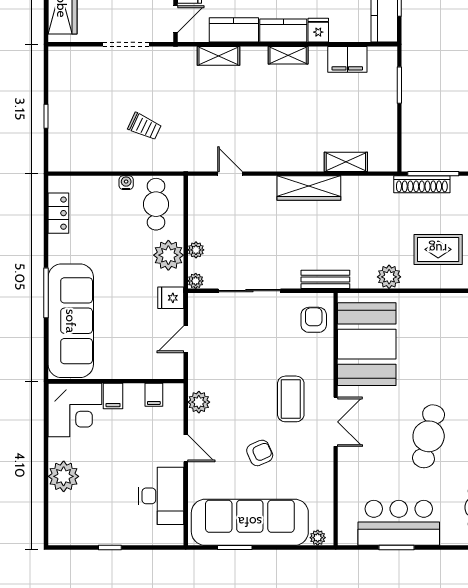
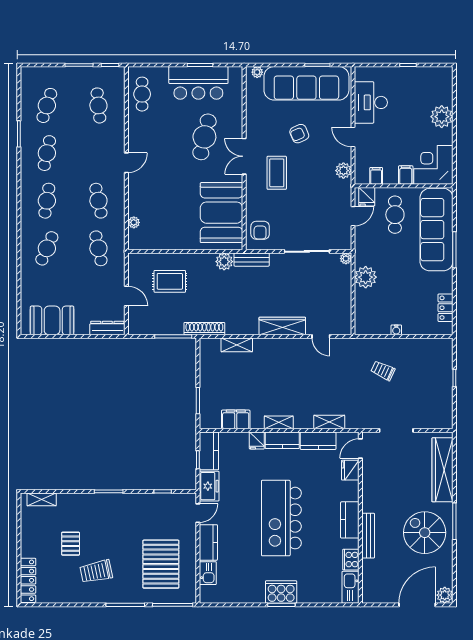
shoe rack: (422, 184) -> (204, 329), moved
wardrobe: (309, 188) -> (282, 326), moved
cafe table: (156, 204) -> (395, 215), moved
plant: (196, 250) -> (346, 281), removed
plant: (389, 277) -> (224, 262), moved
fridge: (171, 298) -> (367, 197), moved, turned 90
cafe table: (429, 436) -> (204, 137), moved

